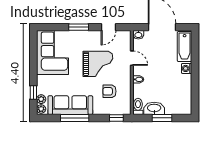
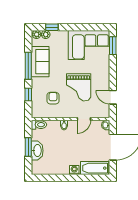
window: (79, 27) -> (113, 46), moved
sofa: (70, 105) -> (40, 62), width x0.73
washbasin: (154, 108) -> (37, 151), moved
window: (116, 118) -> (28, 94), moved

